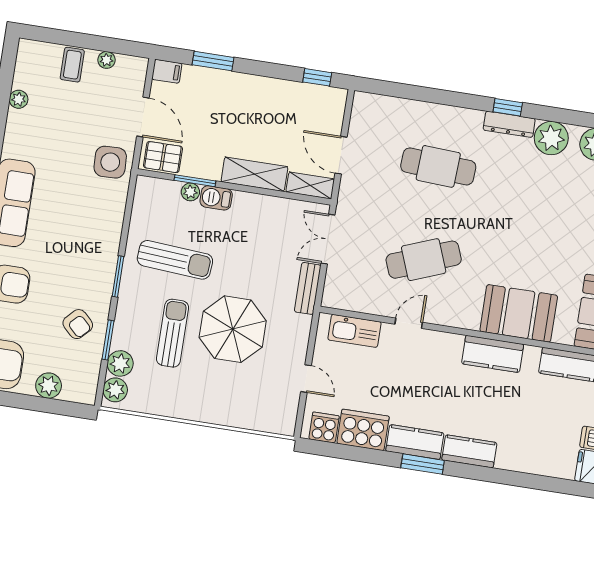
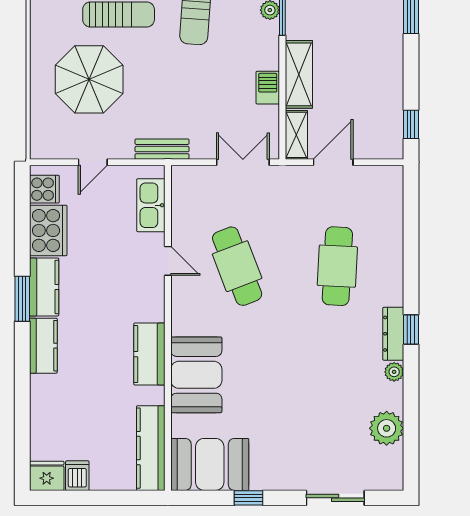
plant: (551, 138) -> (394, 372), width x0.53, depth x0.53
barbecue: (216, 198) -> (268, 88), moved
bench: (308, 288) -> (162, 149), moved
parasol: (233, 329) -> (89, 79), moved

